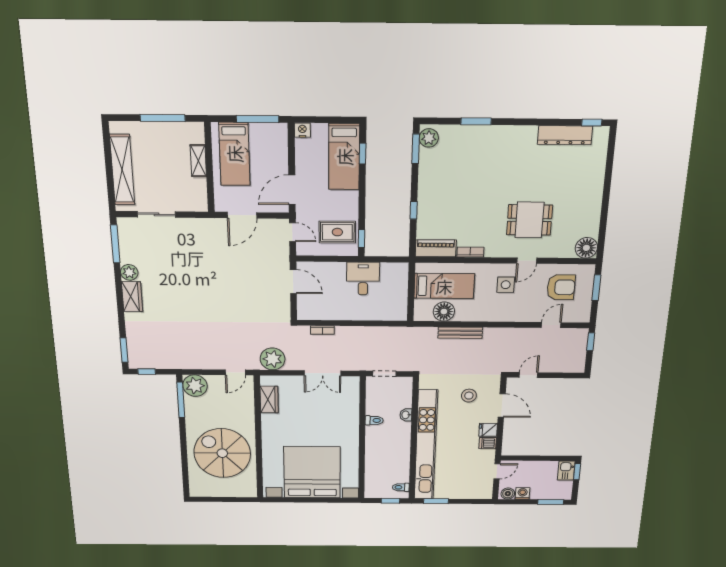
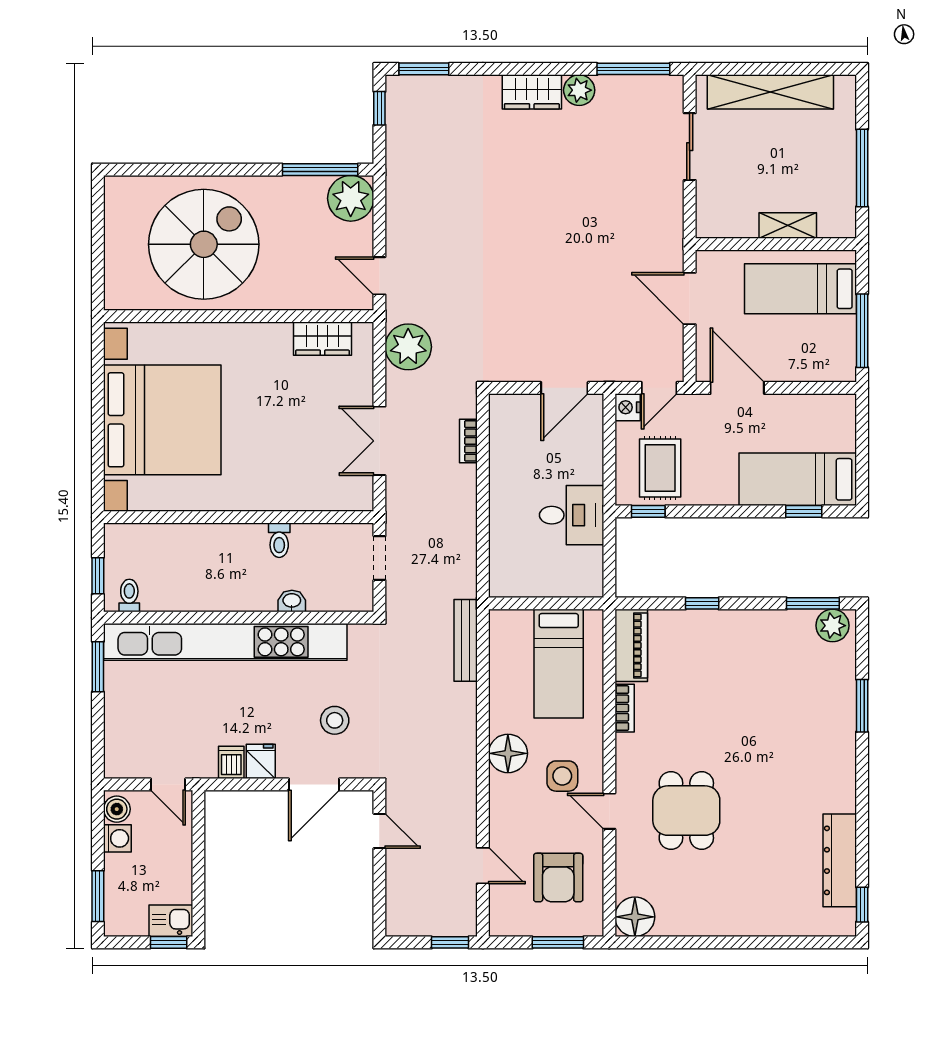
nightstand: (302, 130) -> (628, 407), moved, turned 180
floor lamp: (444, 312) -> (508, 753), moved
bench: (460, 333) -> (466, 640), moved

